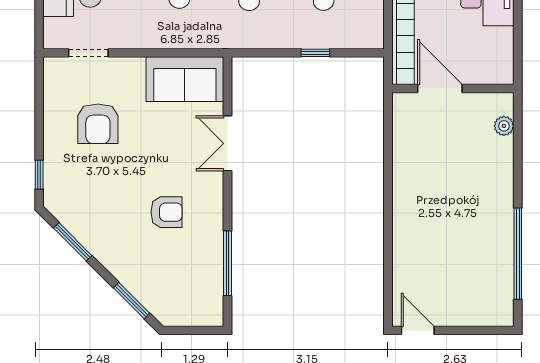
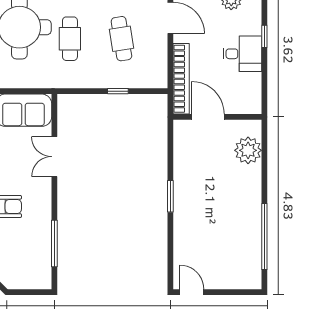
plant: (504, 126) -> (248, 150), width x1.88, depth x1.88
window: (388, 198) -> (170, 196), added

